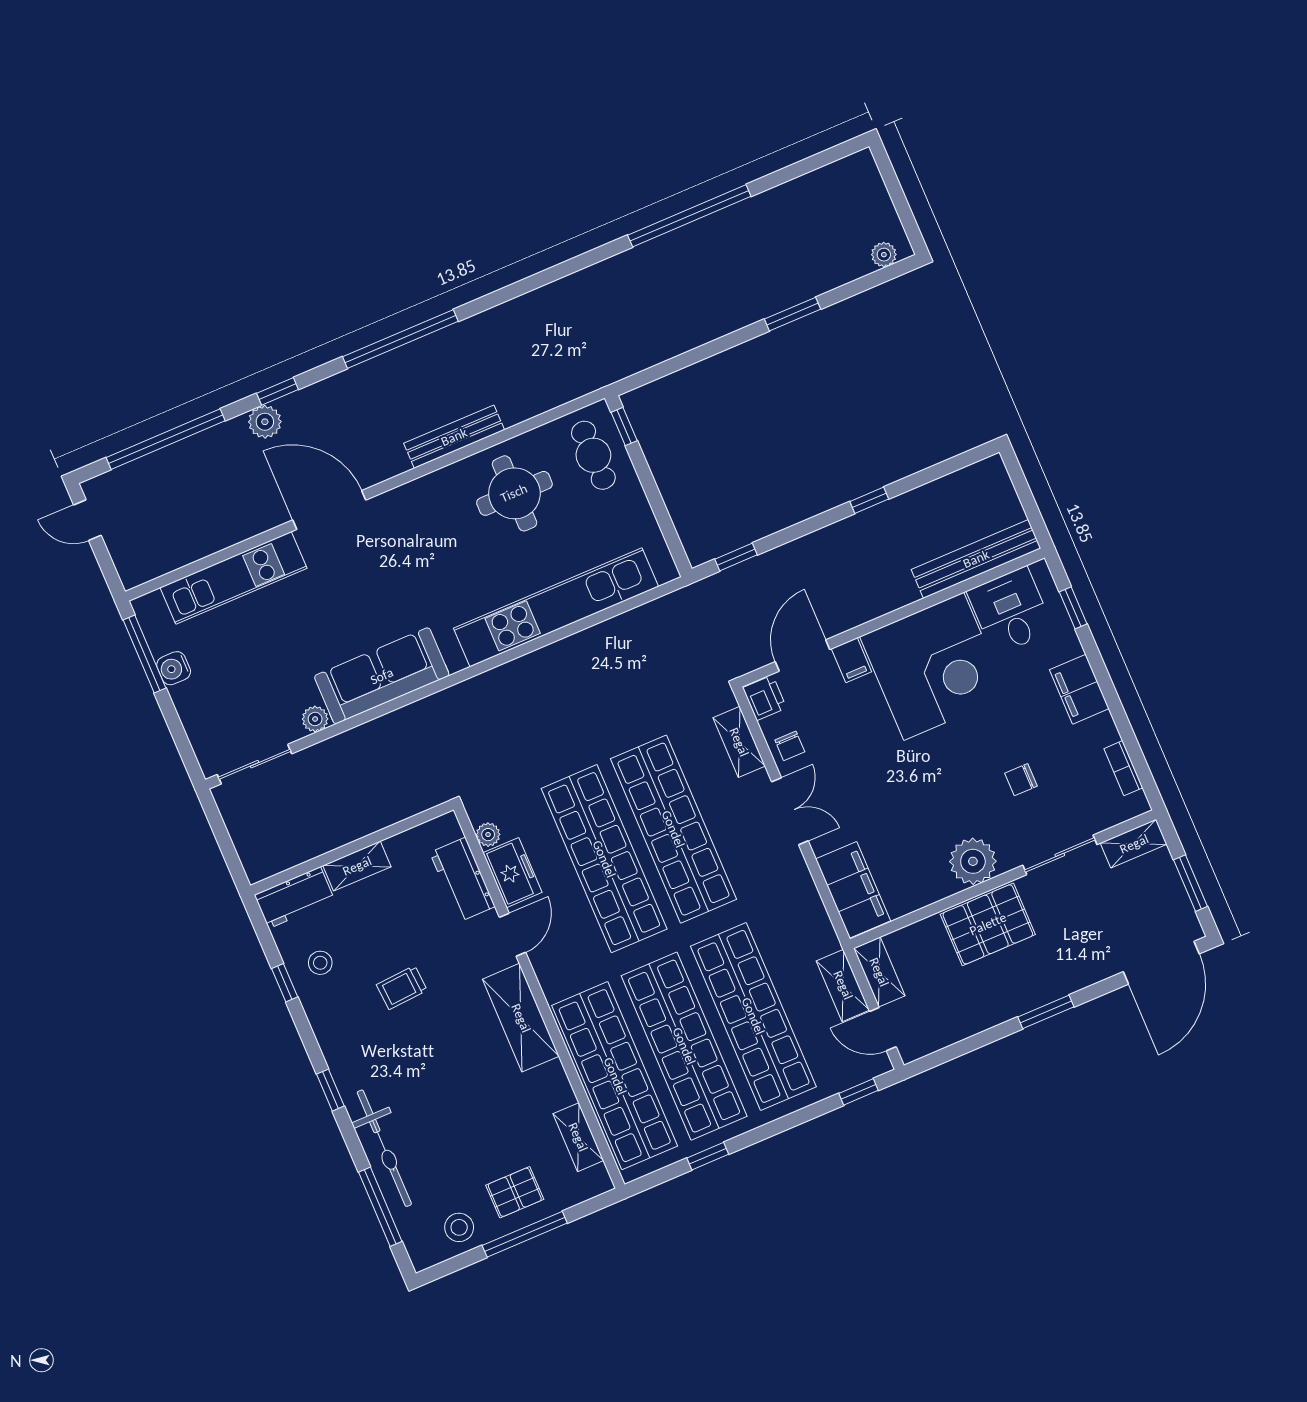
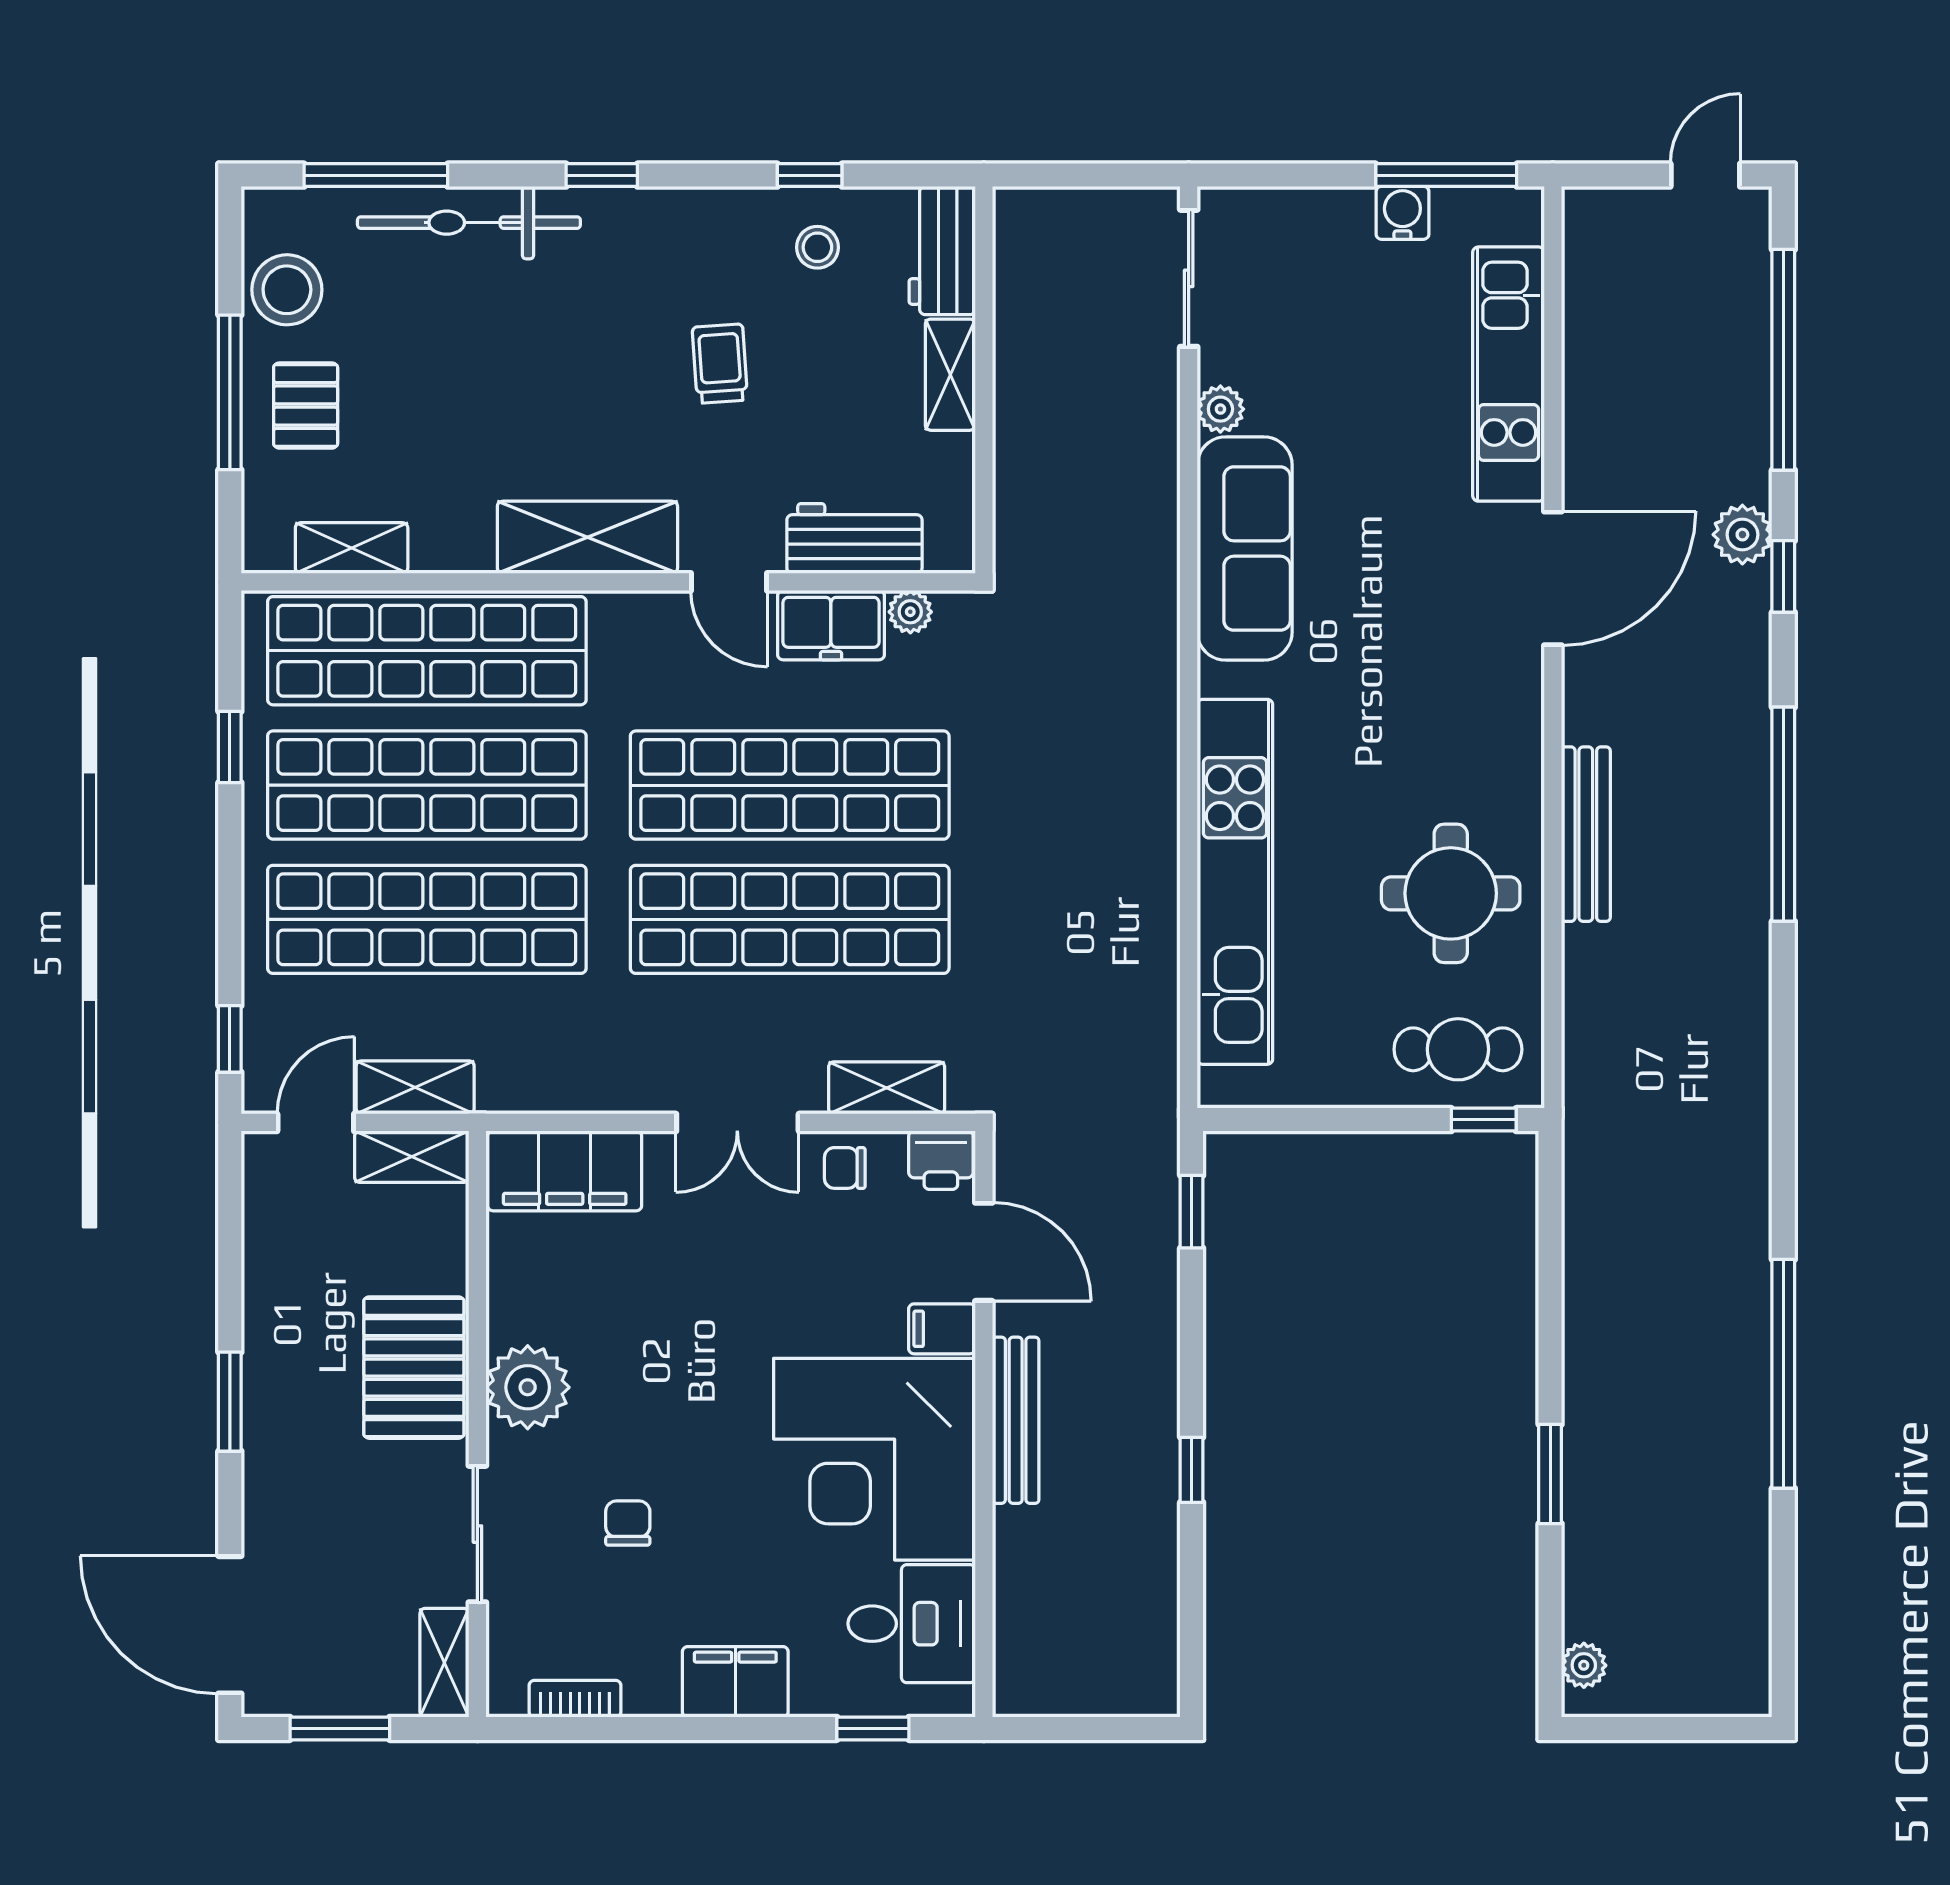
bench: (976, 559) -> (1016, 1420), moved, width x0.73, depth x0.82
stool: (459, 1227) -> (287, 290), width x1.38, depth x1.38

